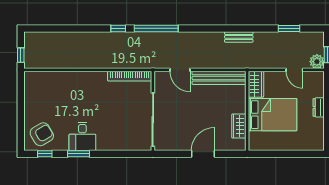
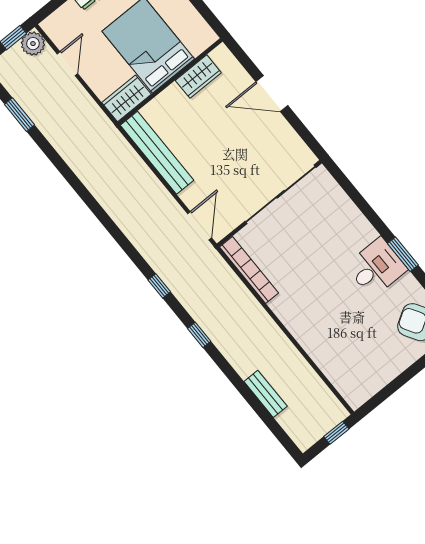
window: (156, 28) -> (159, 286), width x0.32
bench: (239, 37) -> (266, 394), moved
door: (180, 70) -> (200, 226), moved

